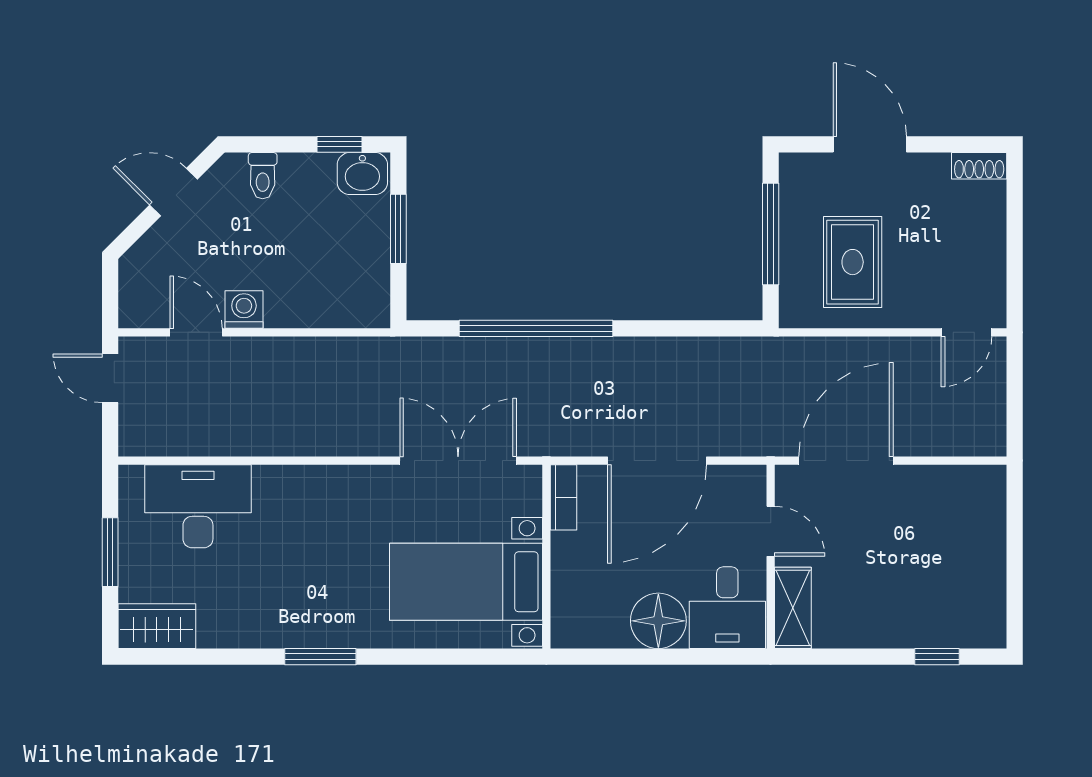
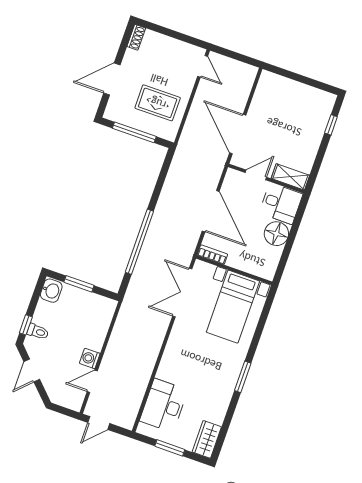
window: (340, 144) -> (26, 325), moved

